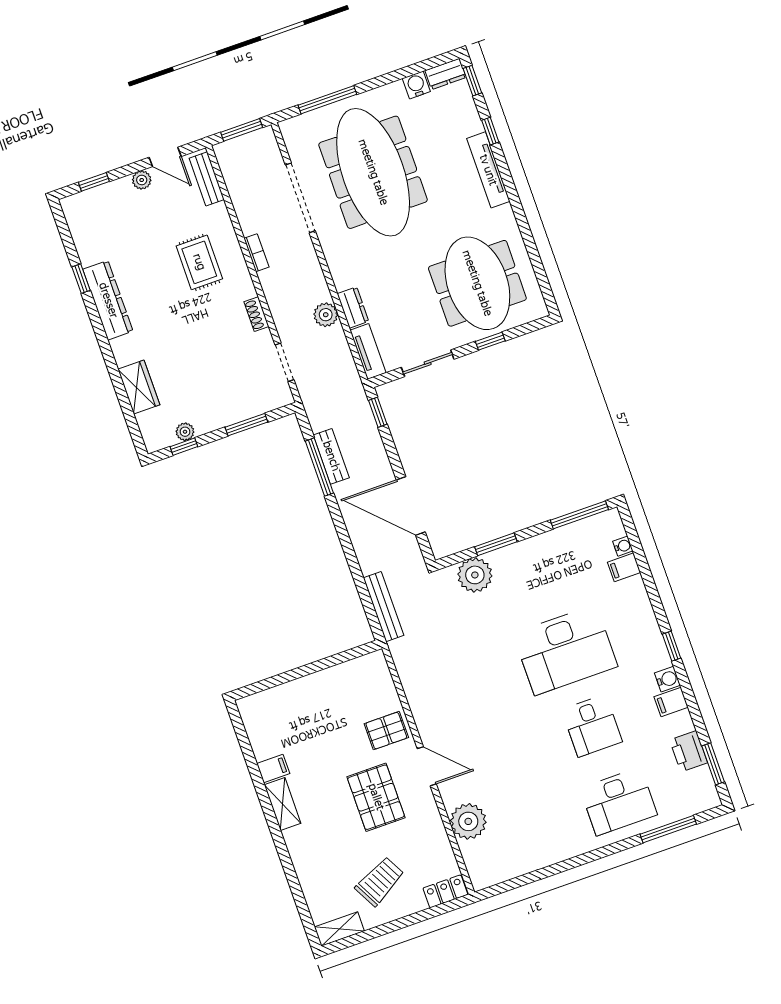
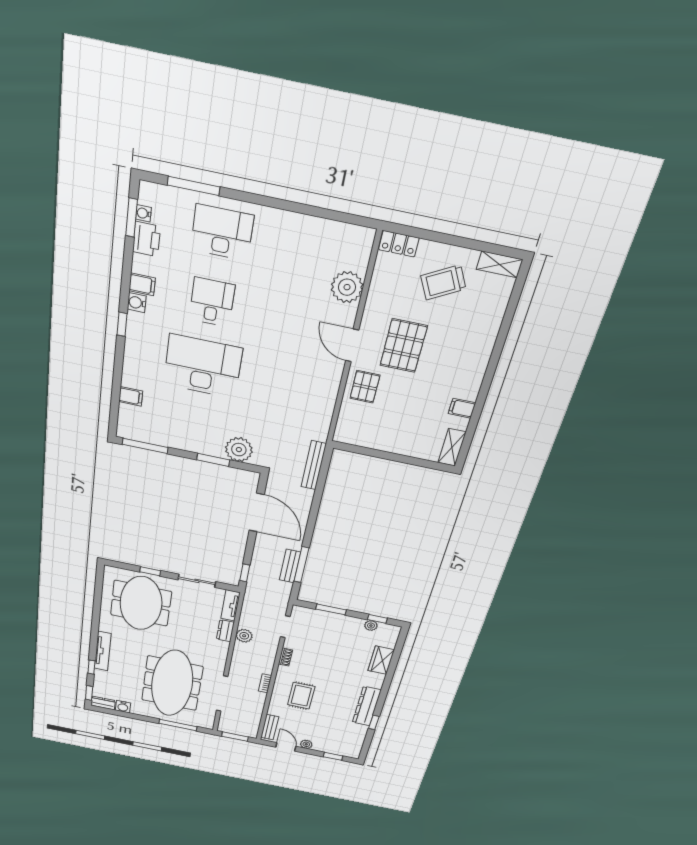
water cooler: (623, 546) -> (143, 213), moved
pallet: (386, 731) -> (365, 387), turned 90
shelving: (283, 804) -> (452, 447), moved

